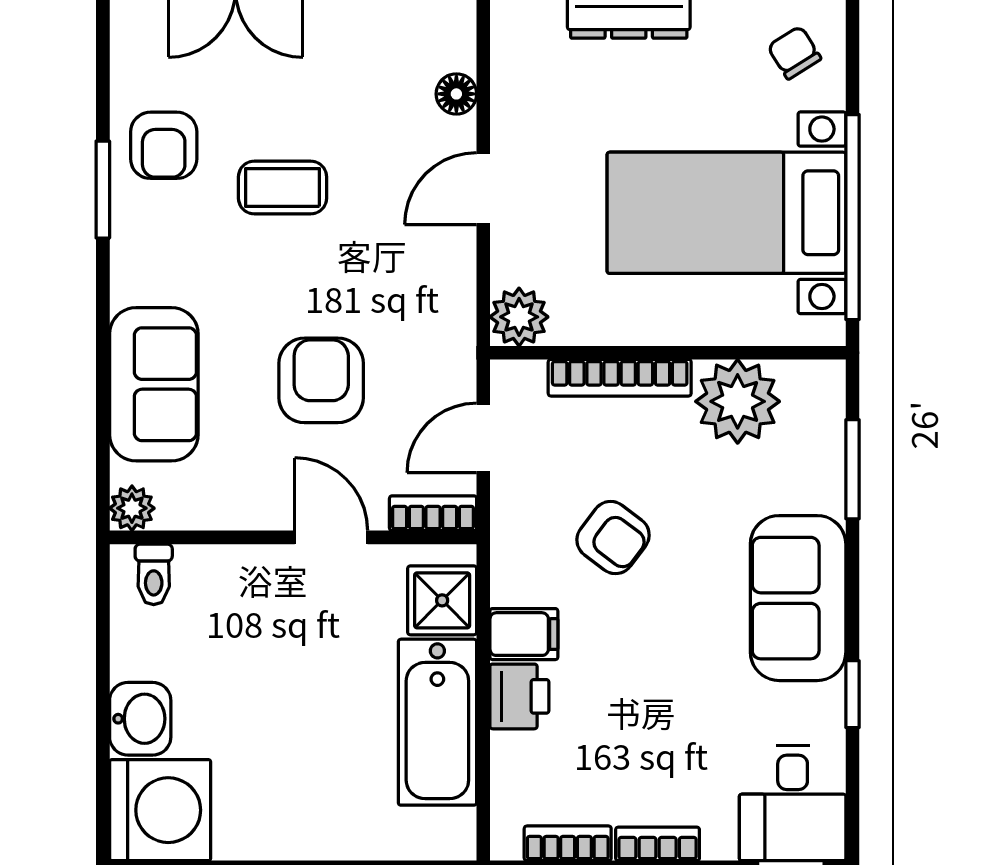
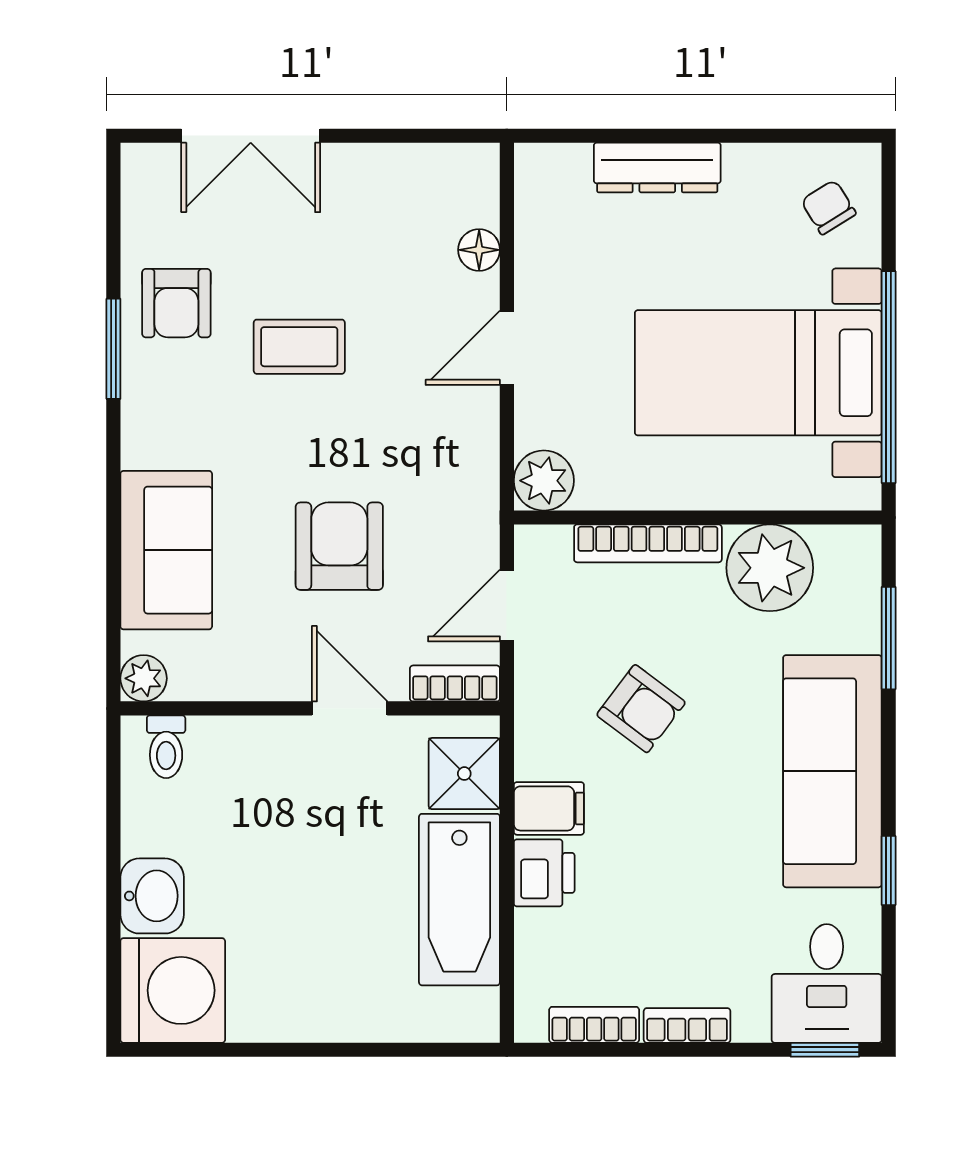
sofa: (798, 598) -> (832, 771), width x1.36

